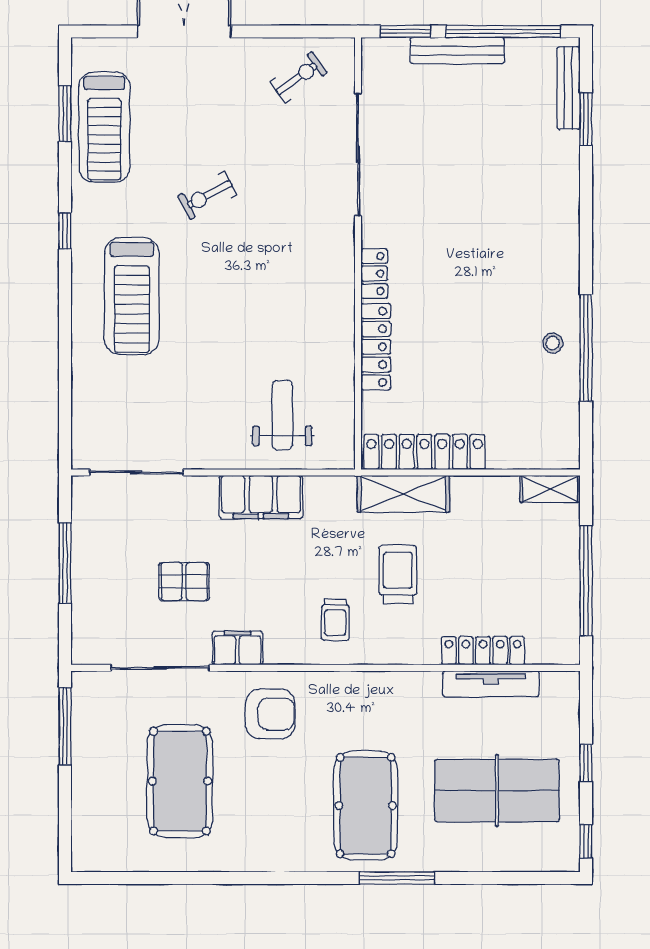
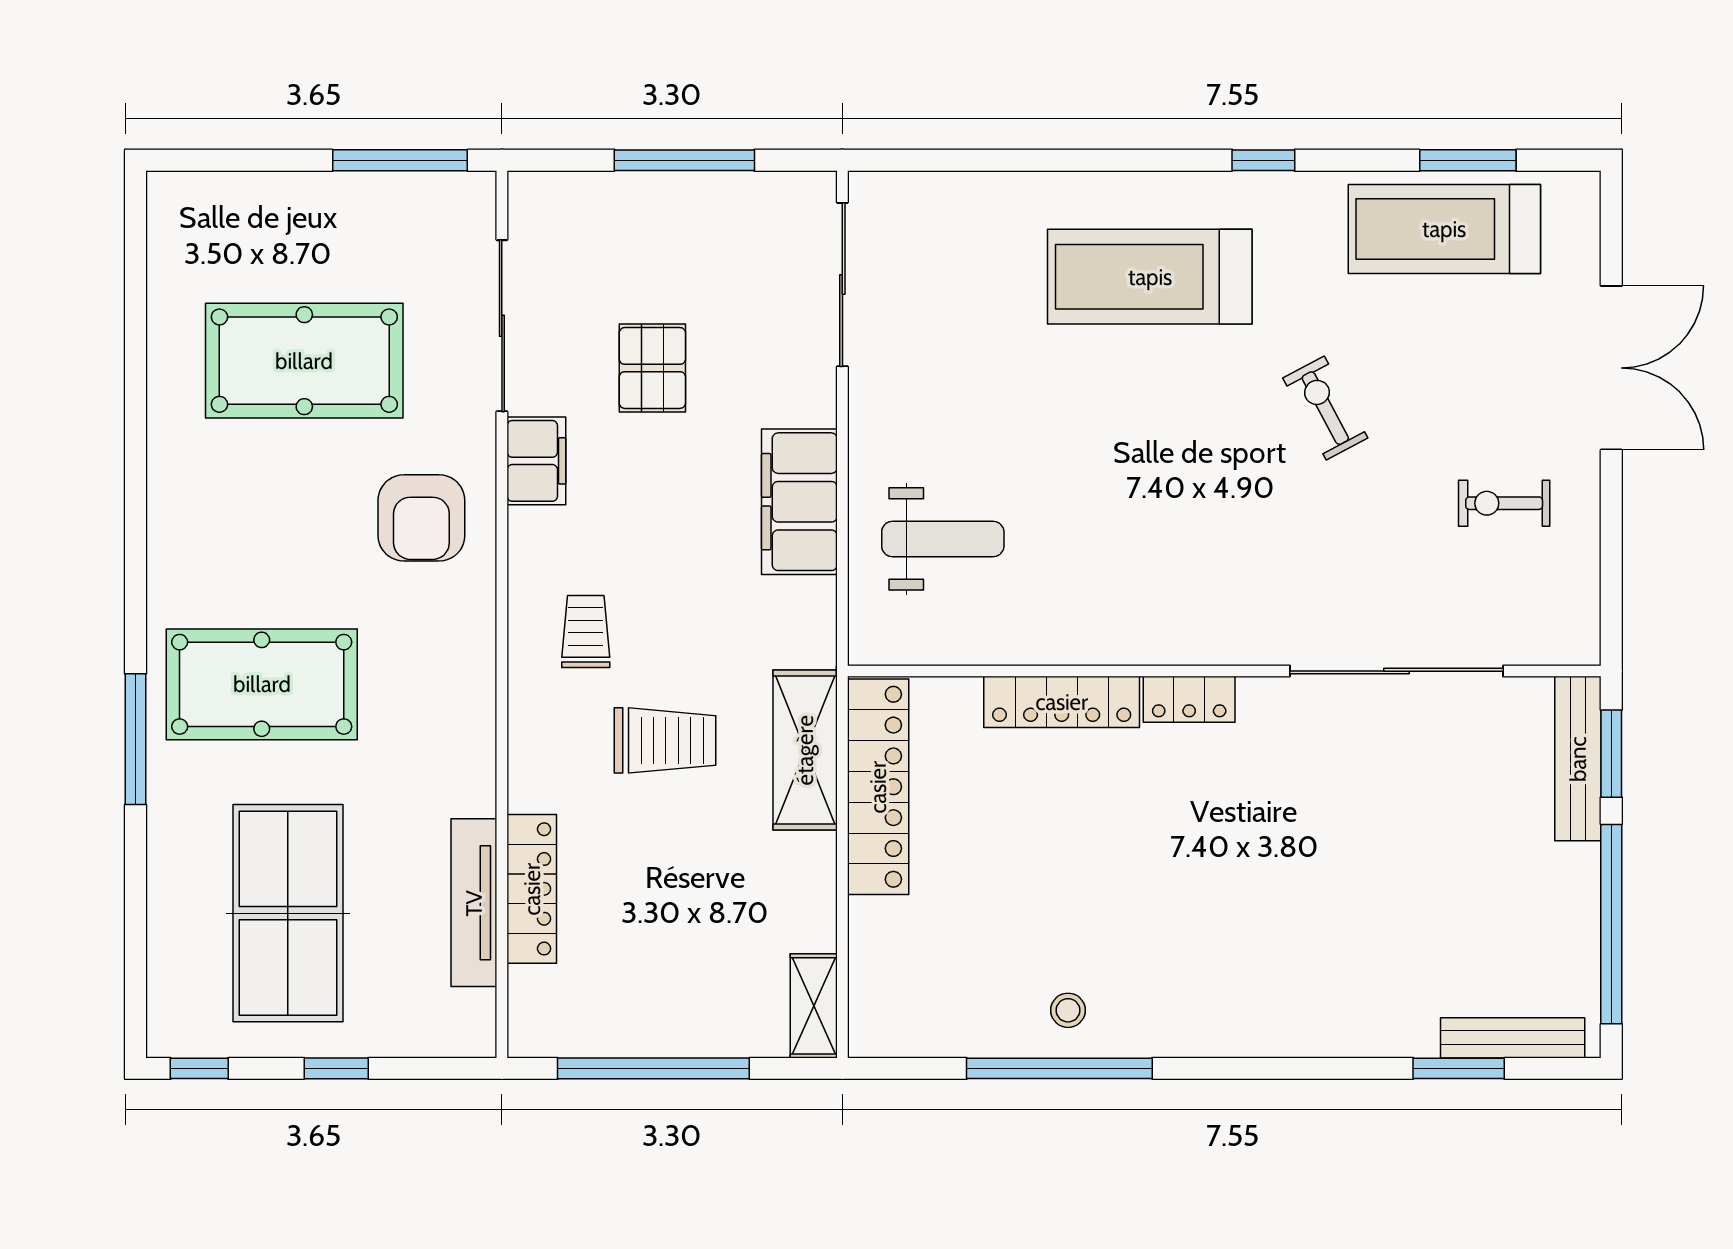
bench: (457, 51) -> (1578, 759), moved
exercise bike: (299, 77) -> (1504, 503), moved, turned 126
trolley: (335, 620) -> (586, 631), turned 90

